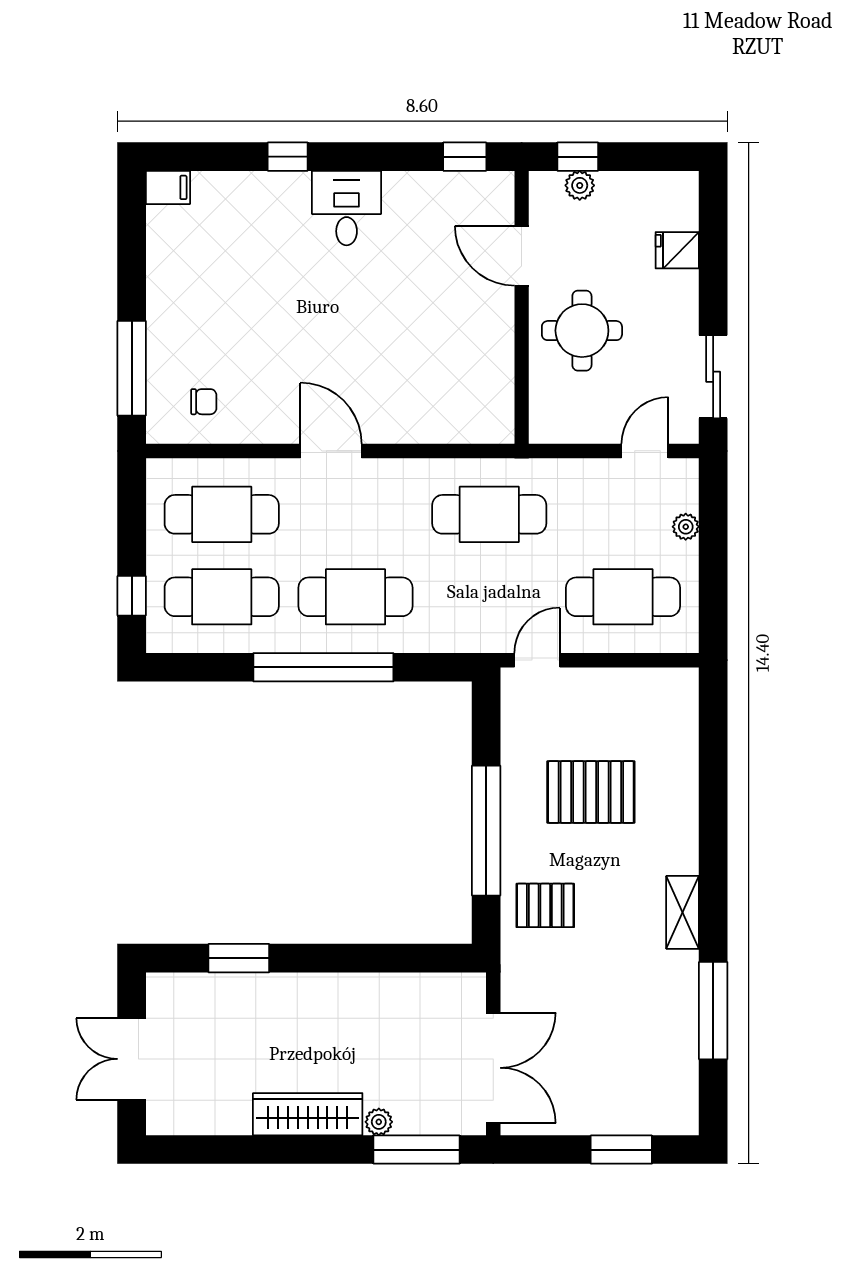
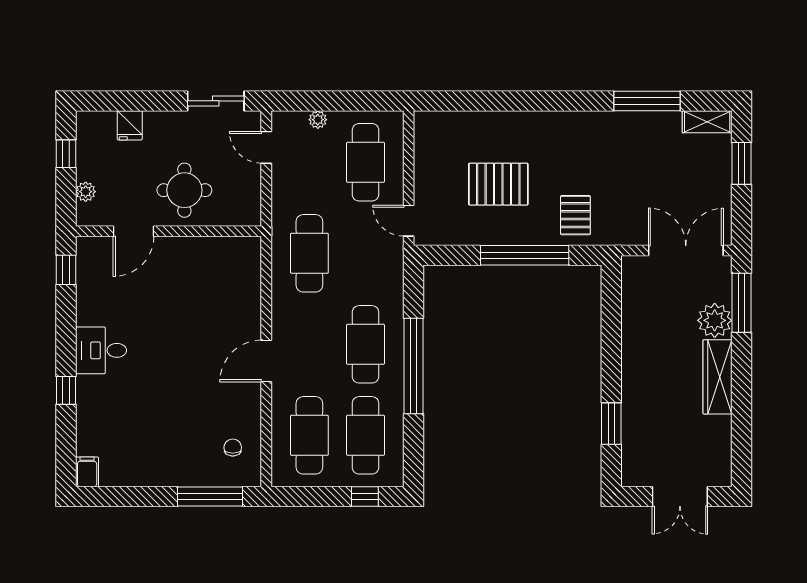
window: (578, 157) -> (66, 154), moved
pallet: (591, 792) -> (498, 184), turned 90
shelving: (683, 912) -> (707, 122), moved
plant: (379, 1122) -> (715, 320), width x1.88, depth x1.88

